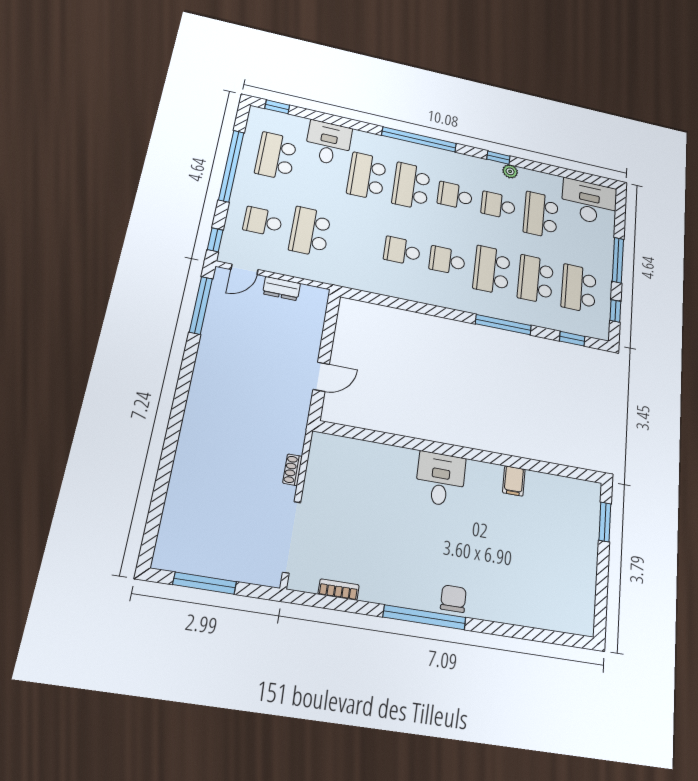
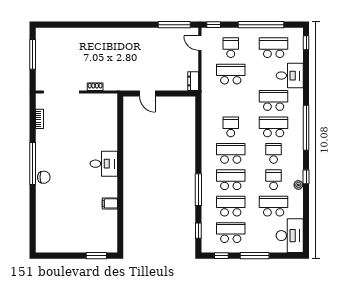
school desk: (447, 261) -> (231, 153), width x1.85
dresser: (281, 289) -> (193, 81), moved

